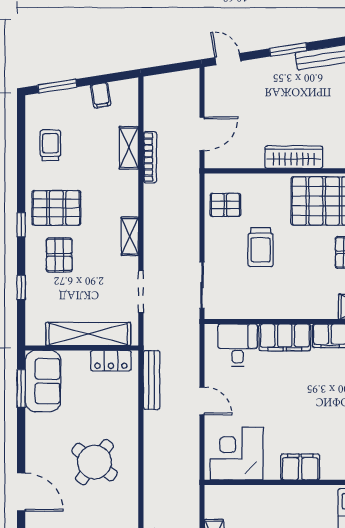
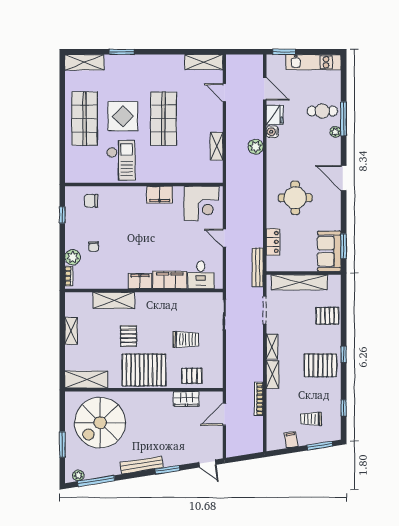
trolley: (50, 145) -> (311, 419), moved, turned 90
shelving: (129, 148) -> (273, 374), moved
wardrobe: (294, 157) -> (186, 399), moved, width x0.67
pallet: (225, 205) -> (192, 376), moved
trolley: (261, 247) -> (186, 340), turned 90
pallet: (59, 255) -> (327, 316), moved, turned 90
window: (21, 288) -> (344, 408), moved
locker: (111, 361) -> (273, 242), moved, turned 90
bench: (152, 380) -> (258, 267), moved
round table: (95, 462) -> (295, 198), turned -37

